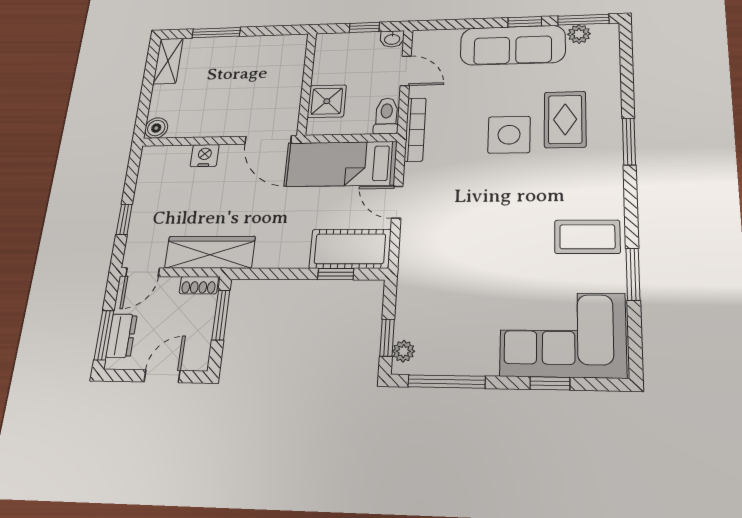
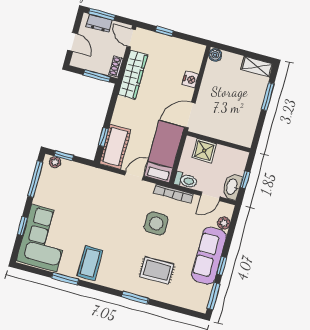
plant: (579, 34) -> (224, 223), moved
washbasin: (392, 39) -> (232, 187), width x1.91, depth x1.45
side table: (509, 135) -> (156, 223), moved

